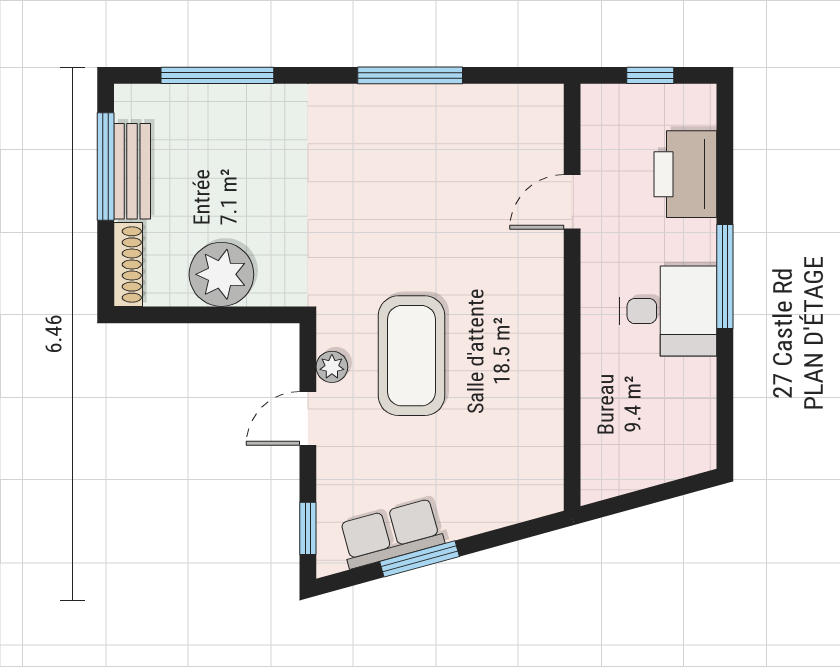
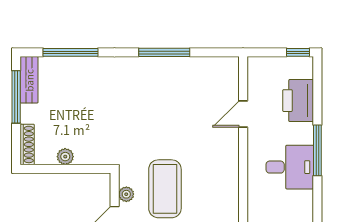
window: (650, 75) -> (298, 52), moved
bench: (132, 171) -> (29, 80), moved
plant: (221, 274) -> (65, 157), width x0.53, depth x0.53

